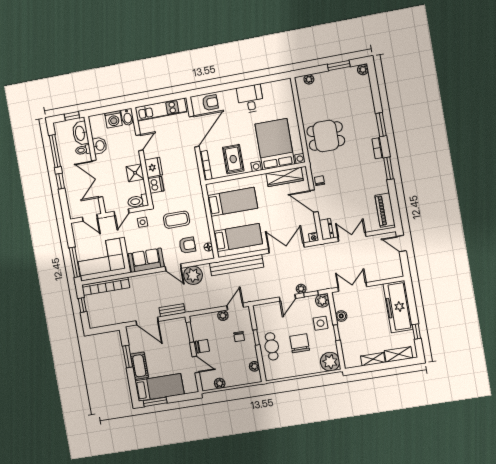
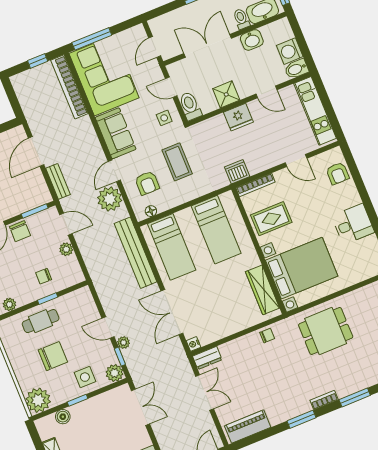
door: (194, 131) -> (296, 160), width x0.53
dining table: (326, 136) -> (326, 331), turned 90
dishwasher: (156, 185) -> (237, 172), moved, turned 180
door: (314, 201) -> (240, 334), removed
double door: (286, 248) -> (172, 312), swing flipped
door: (235, 306) -> (66, 224), moved
boiler: (341, 316) -> (63, 417), moved

